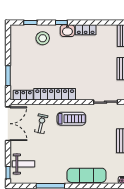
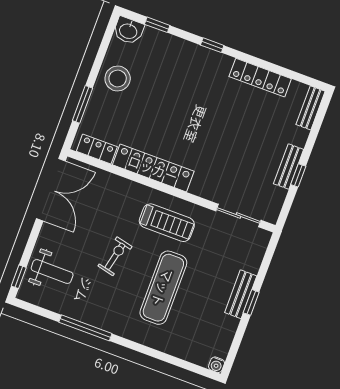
locker: (86, 30) -> (260, 78), width x1.53
washbasin: (67, 31) -> (128, 31), moved
stool: (43, 38) -> (118, 79), moved
exercise bike: (41, 124) -> (115, 256), moved
exercise mat: (87, 175) -> (163, 288), moved, turned 90

